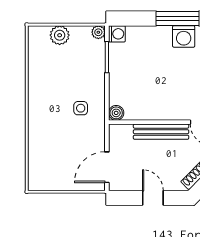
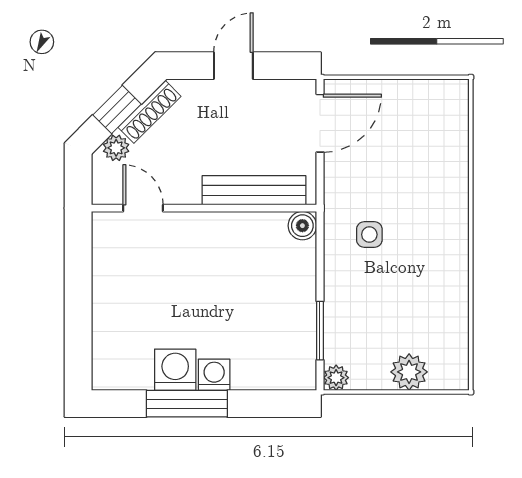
washing machine: (117, 34) -> (214, 375), moved, turned 90
bench: (161, 132) -> (254, 190), moved
door: (153, 198) -> (233, 66), swing flipped

